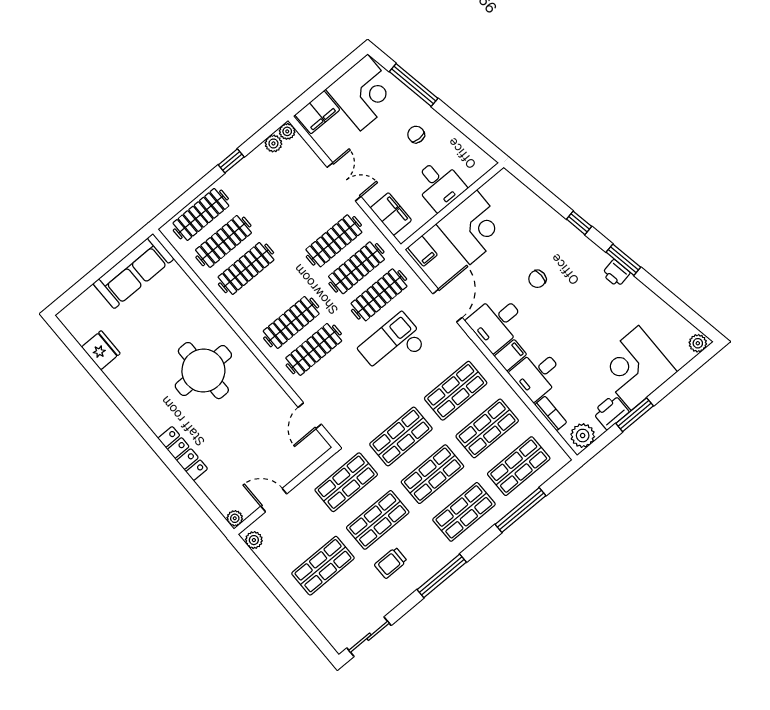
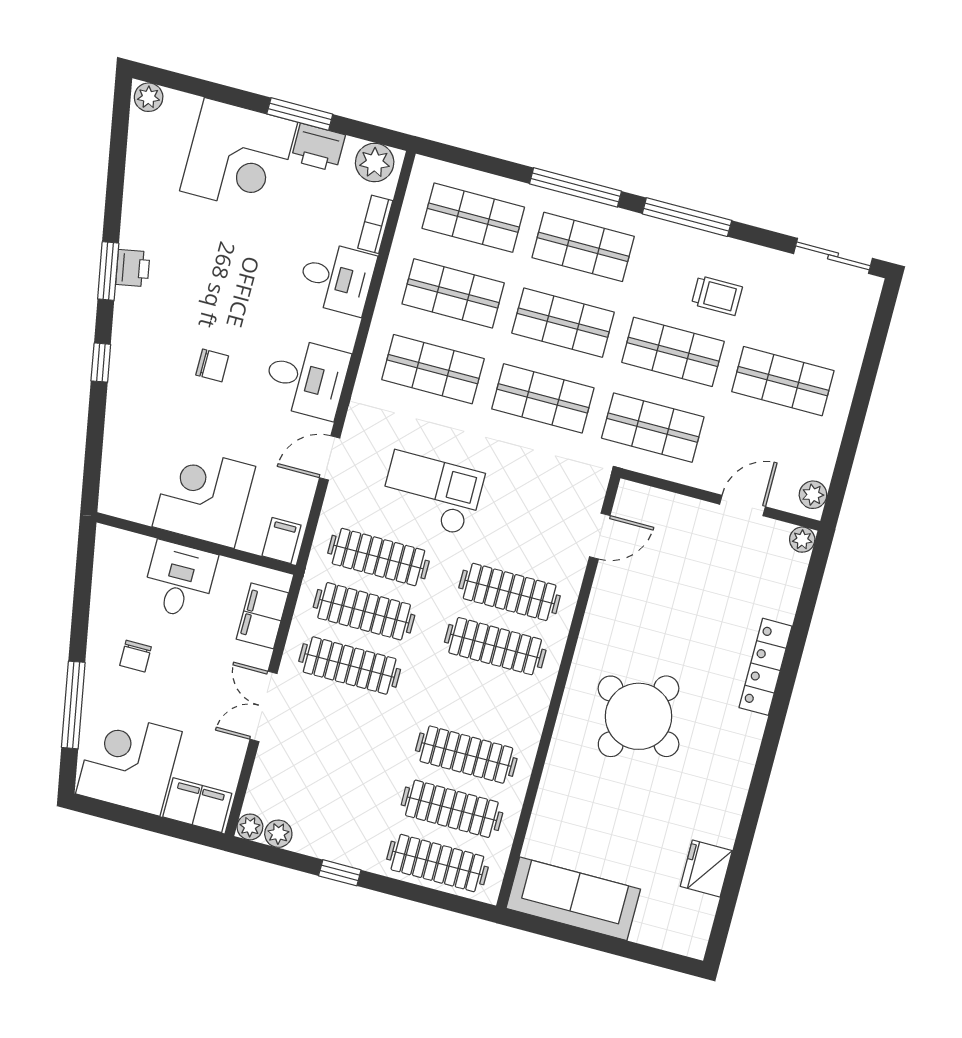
door: (447, 306) -> (330, 458), width x0.73
checkout: (393, 345) -> (432, 493), turned 180
filing cabinet: (510, 355) -> (336, 330), removed
round table: (203, 371) -> (639, 716), turned 30
door: (274, 500) -> (742, 505), swing flipped
window: (520, 510) -> (575, 187), moved

